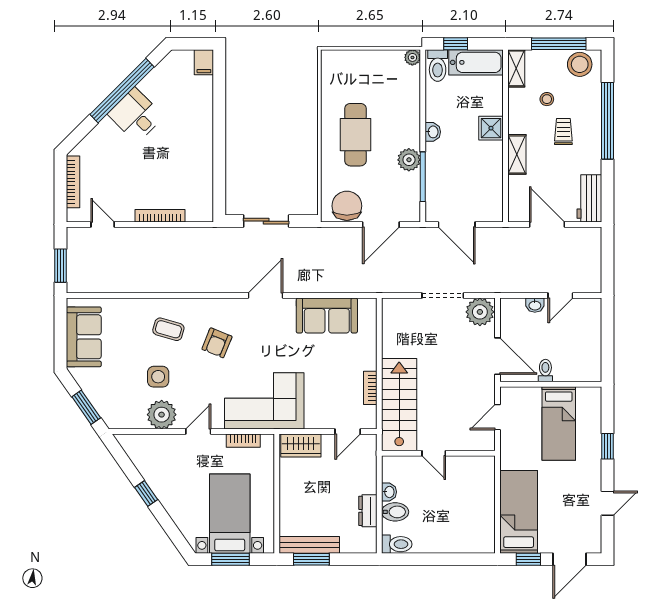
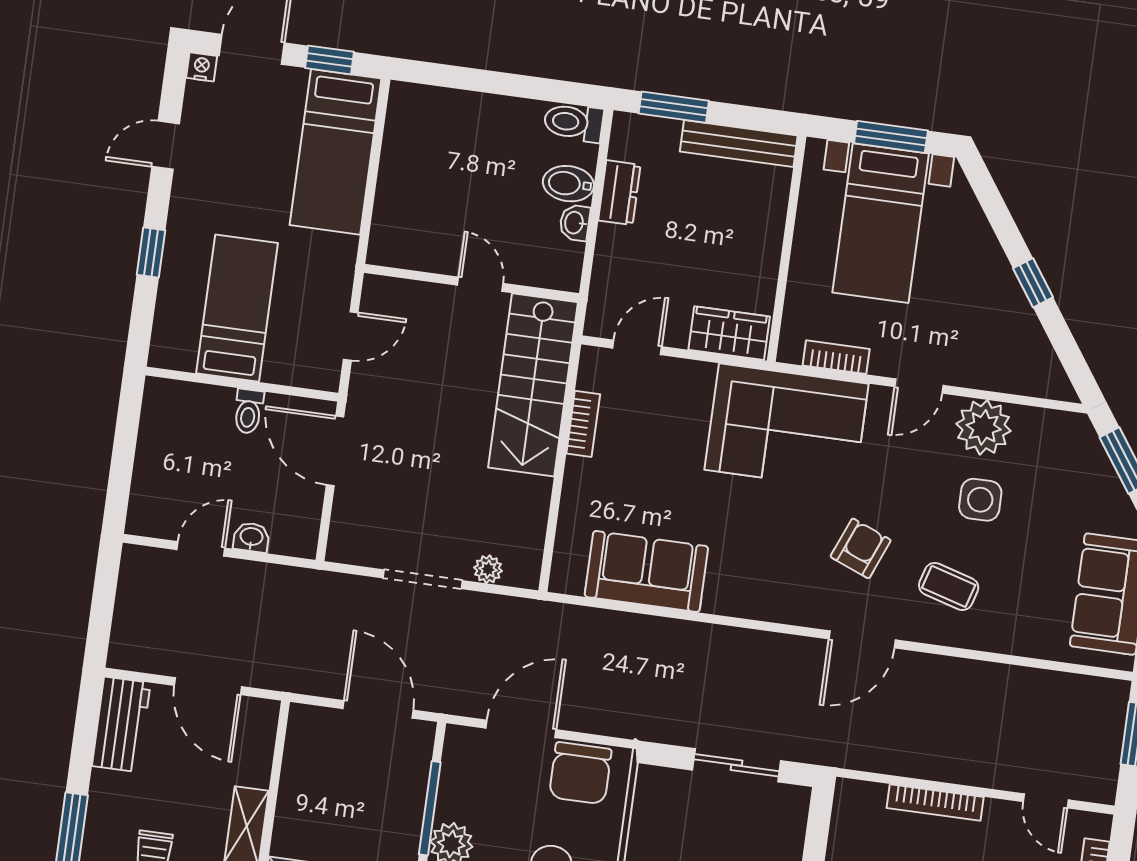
door: (266, 296) -> (862, 639), moved
plant: (480, 312) -> (488, 569), moved, width x0.53, depth x0.53
nightstand: (594, 546) -> (202, 67), added
window: (311, 559) -> (674, 107), moved

